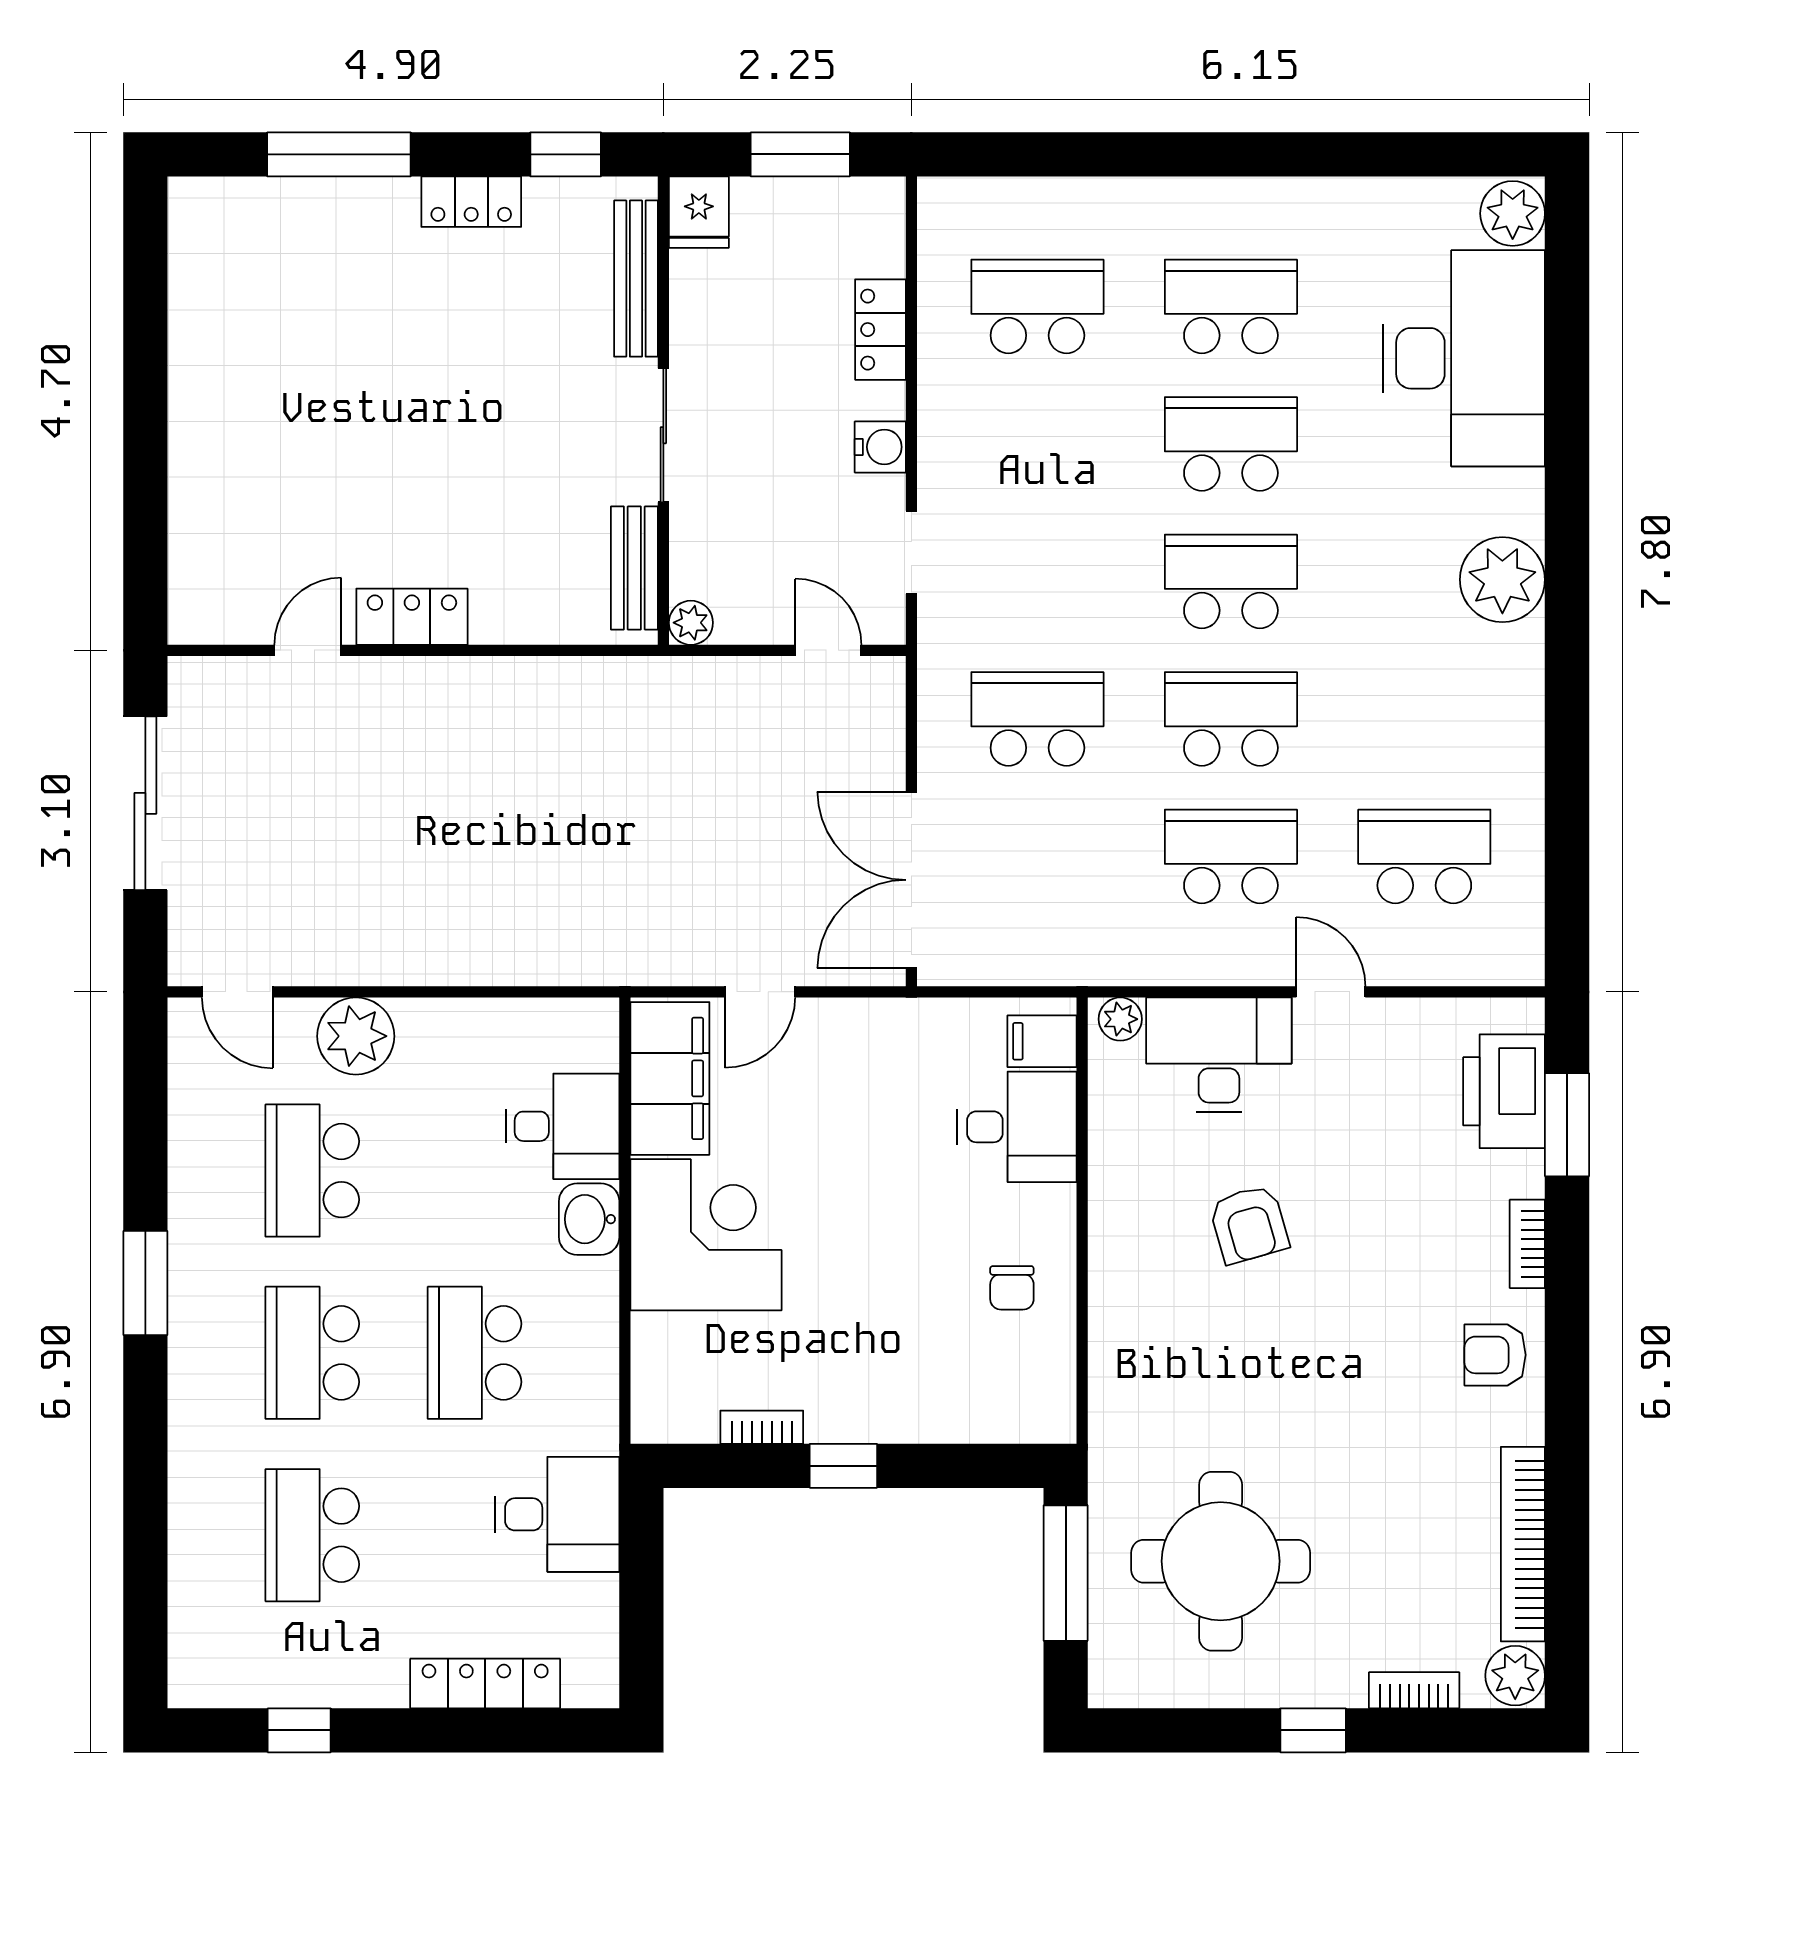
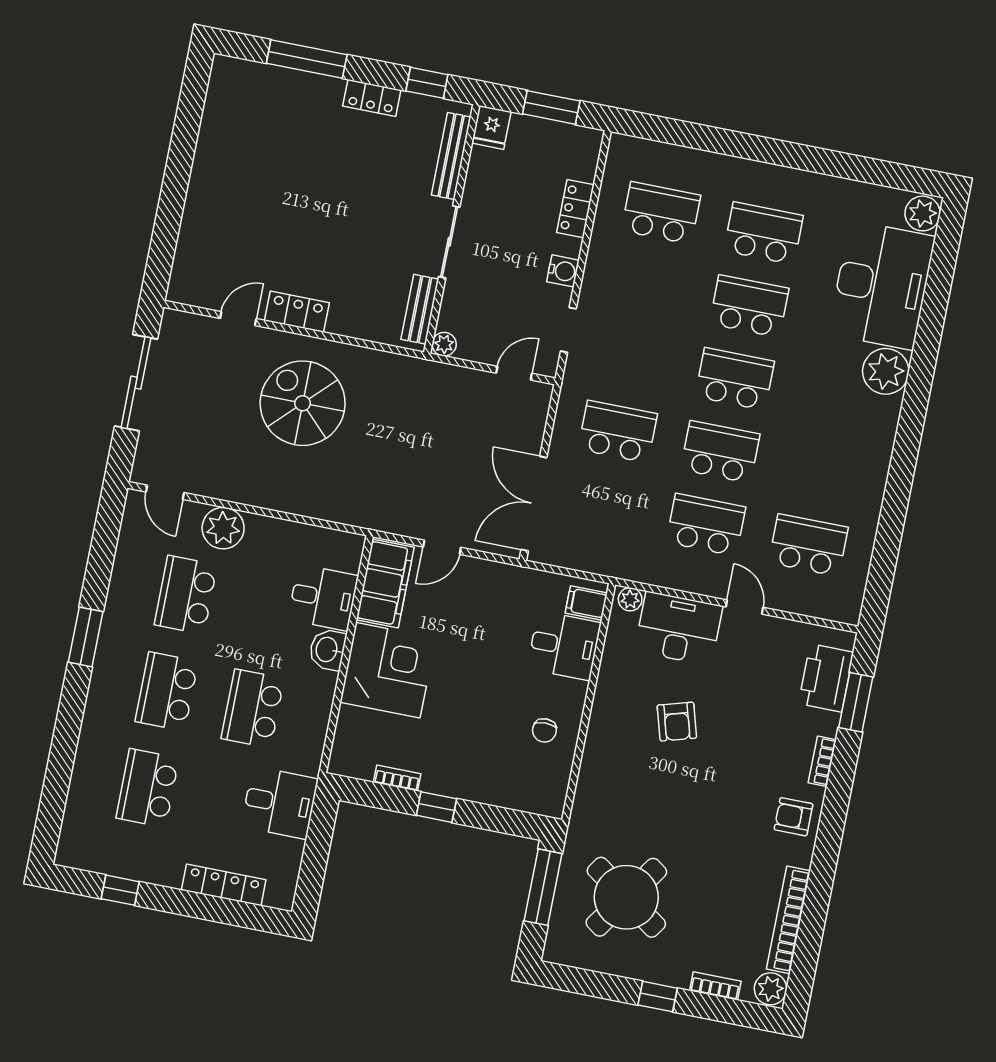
plant: (1502, 580) -> (886, 371), moved
door: (828, 650) -> (514, 373), hinge flipped
spiral stairs: (455, 781) -> (303, 403), added
round table: (1221, 1561) -> (626, 897), turned 35

